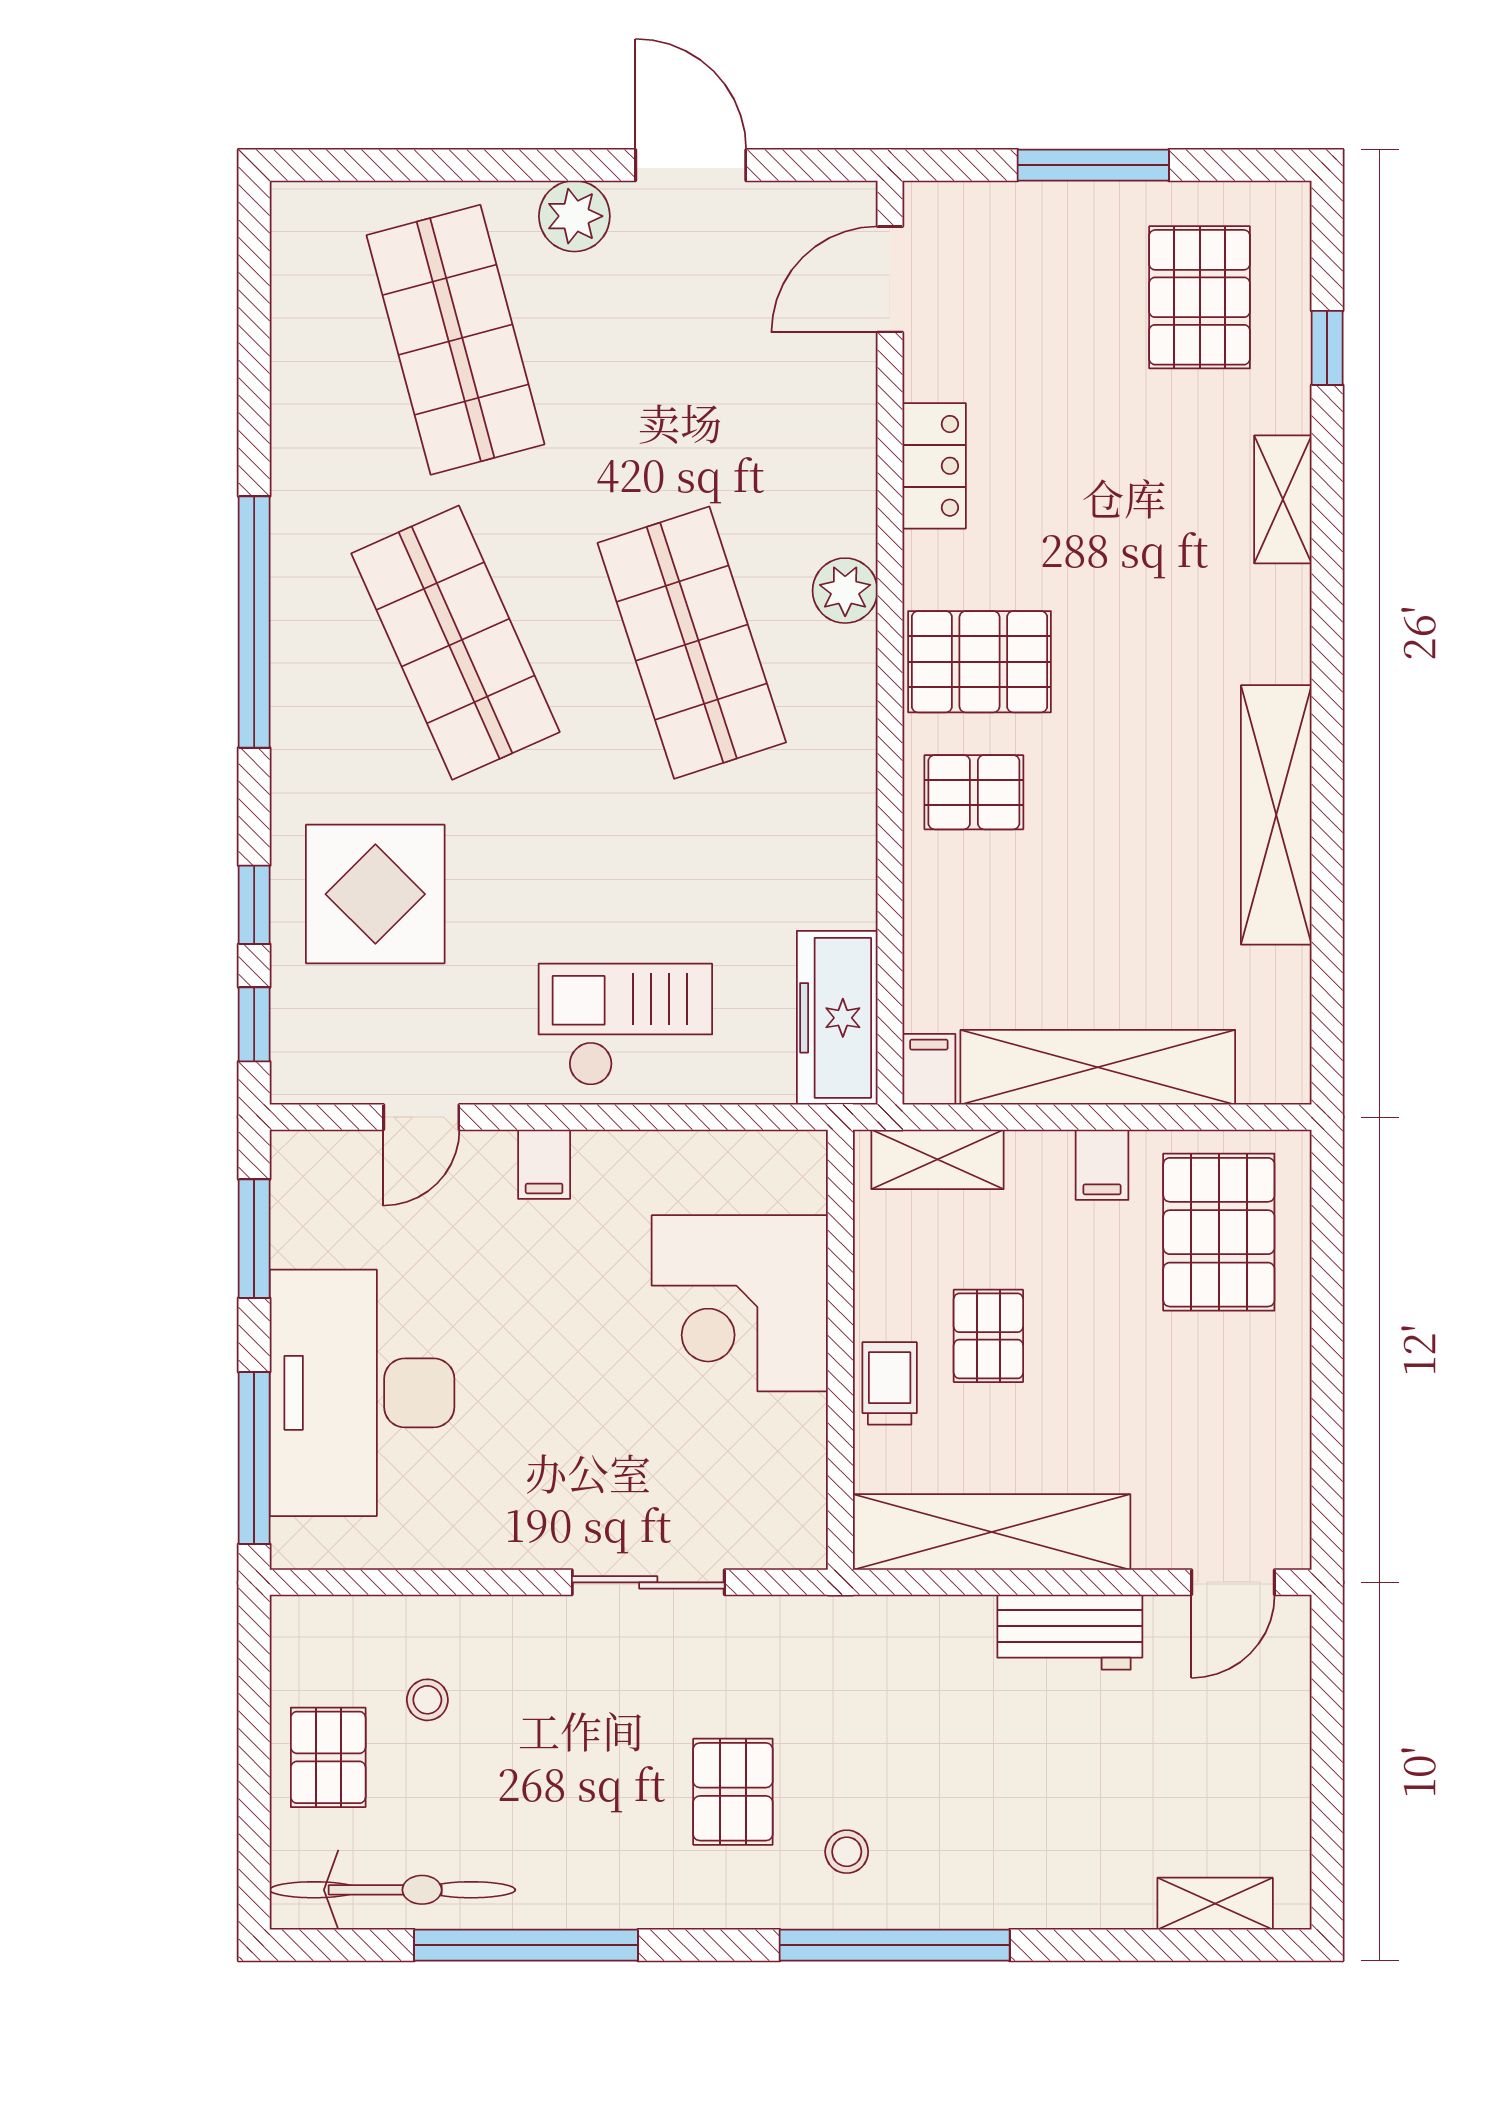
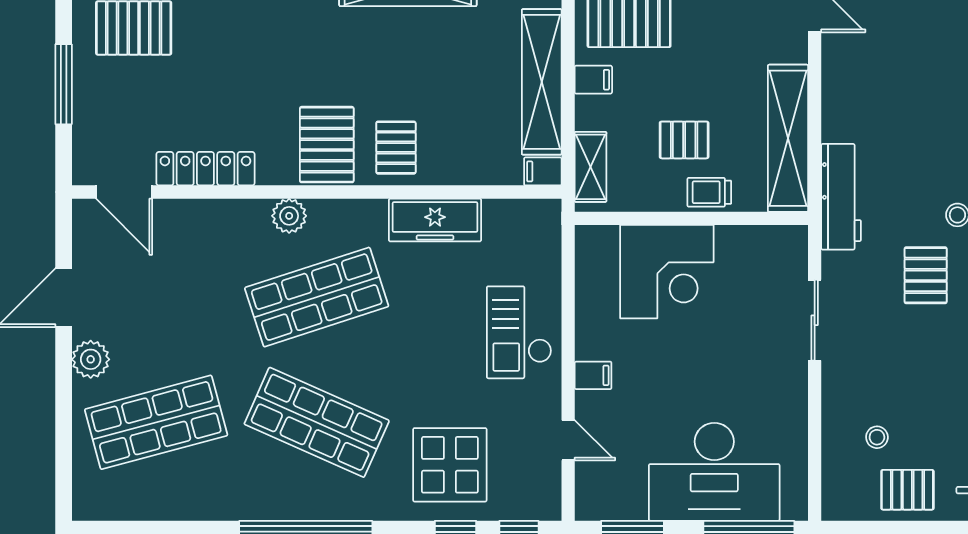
locker: (934, 466) -> (205, 169), width x1.53
shop shelf: (456, 643) -> (317, 422), turned 48
freezer: (837, 1018) -> (435, 220), moved
workbench: (1070, 1632) -> (841, 197), moved, width x1.38
pallet: (733, 1792) -> (926, 275), turned 90

